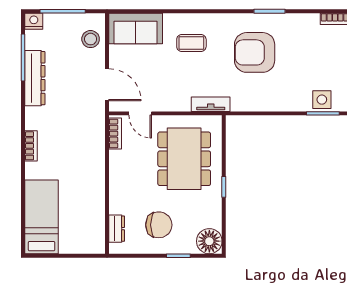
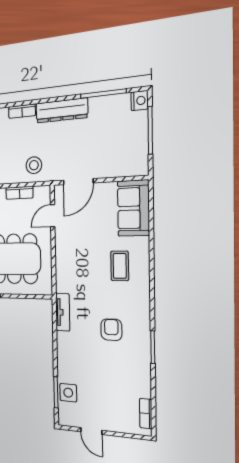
stool: (91, 39) -> (34, 165), moved
armchair: (255, 52) -> (111, 330), width x0.53, depth x0.53
dresser: (35, 78) -> (62, 110), moved
tv unit: (211, 104) -> (63, 312), moved
bookcase: (115, 134) -> (19, 193), moved

